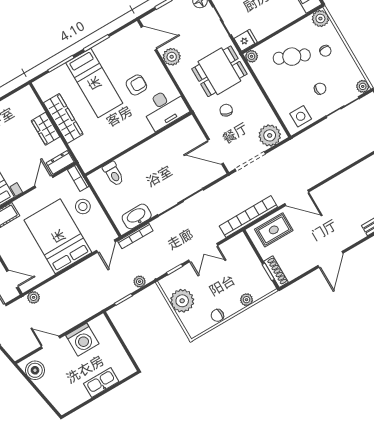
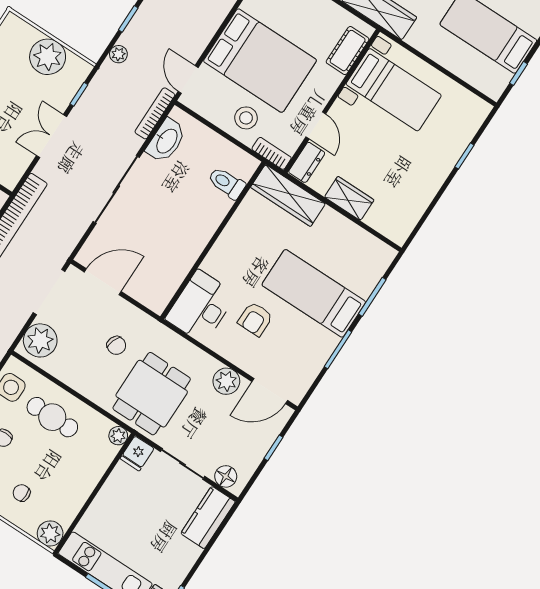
cafe table: (292, 57) -> (52, 417), moved, turned 67
wardrobe: (63, 118) -> (288, 196), moved

